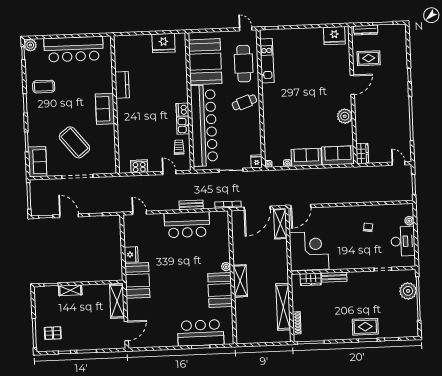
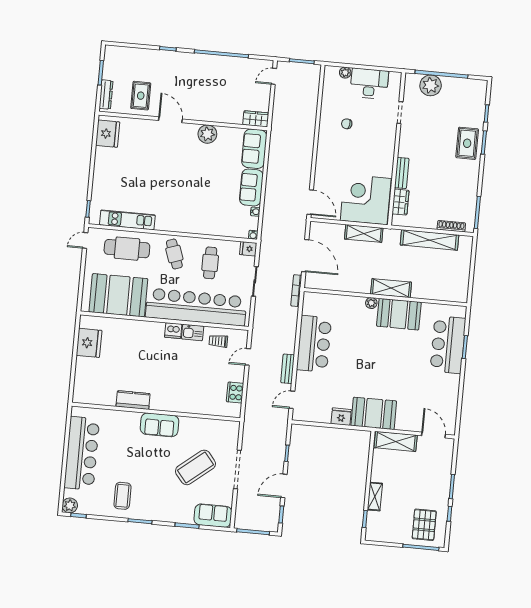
cafe table: (241, 132) -> (210, 263), added
bench: (191, 205) -> (288, 369), moved
shelving: (280, 224) -> (364, 233), moved
pallet: (53, 333) -> (424, 525), width x1.50, depth x1.42

